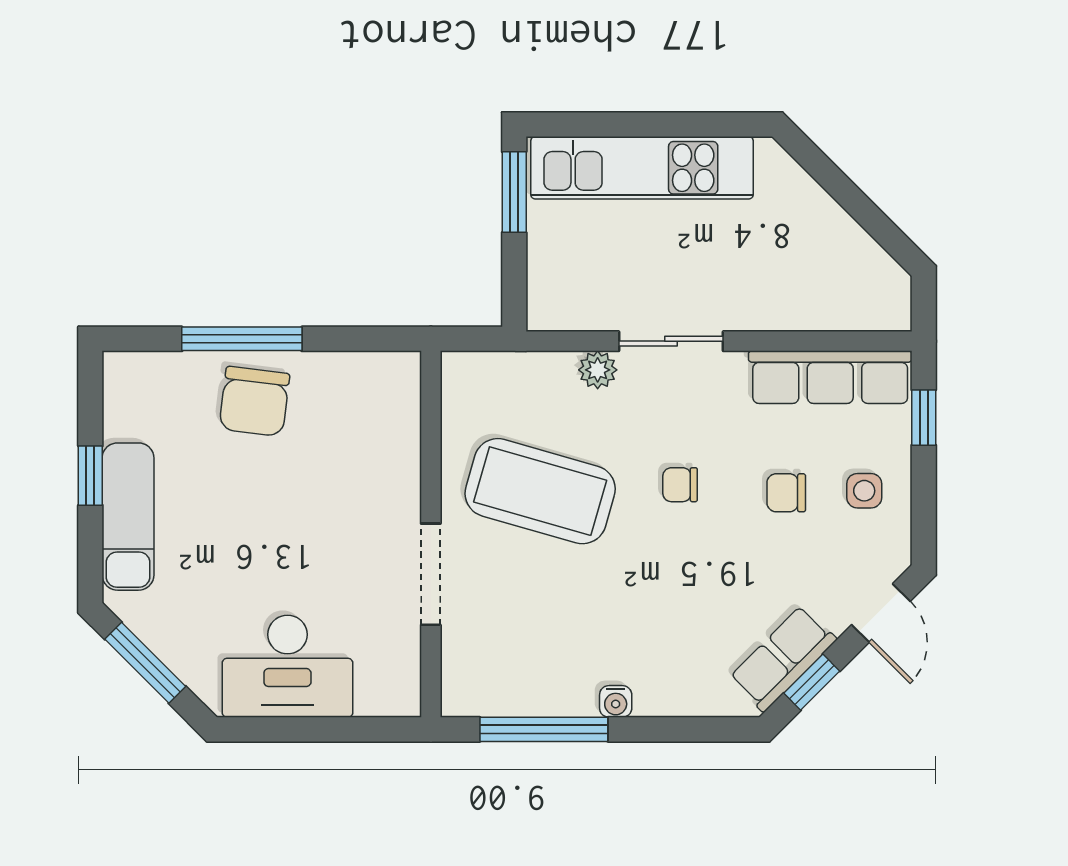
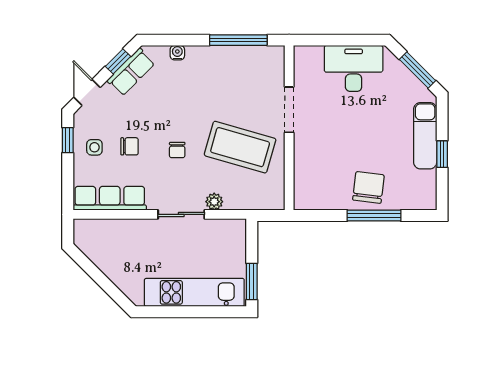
window: (924, 418) -> (68, 140), moved
chair: (680, 485) -> (177, 150), turned 90
water cooler: (616, 701) -> (177, 53), moved

